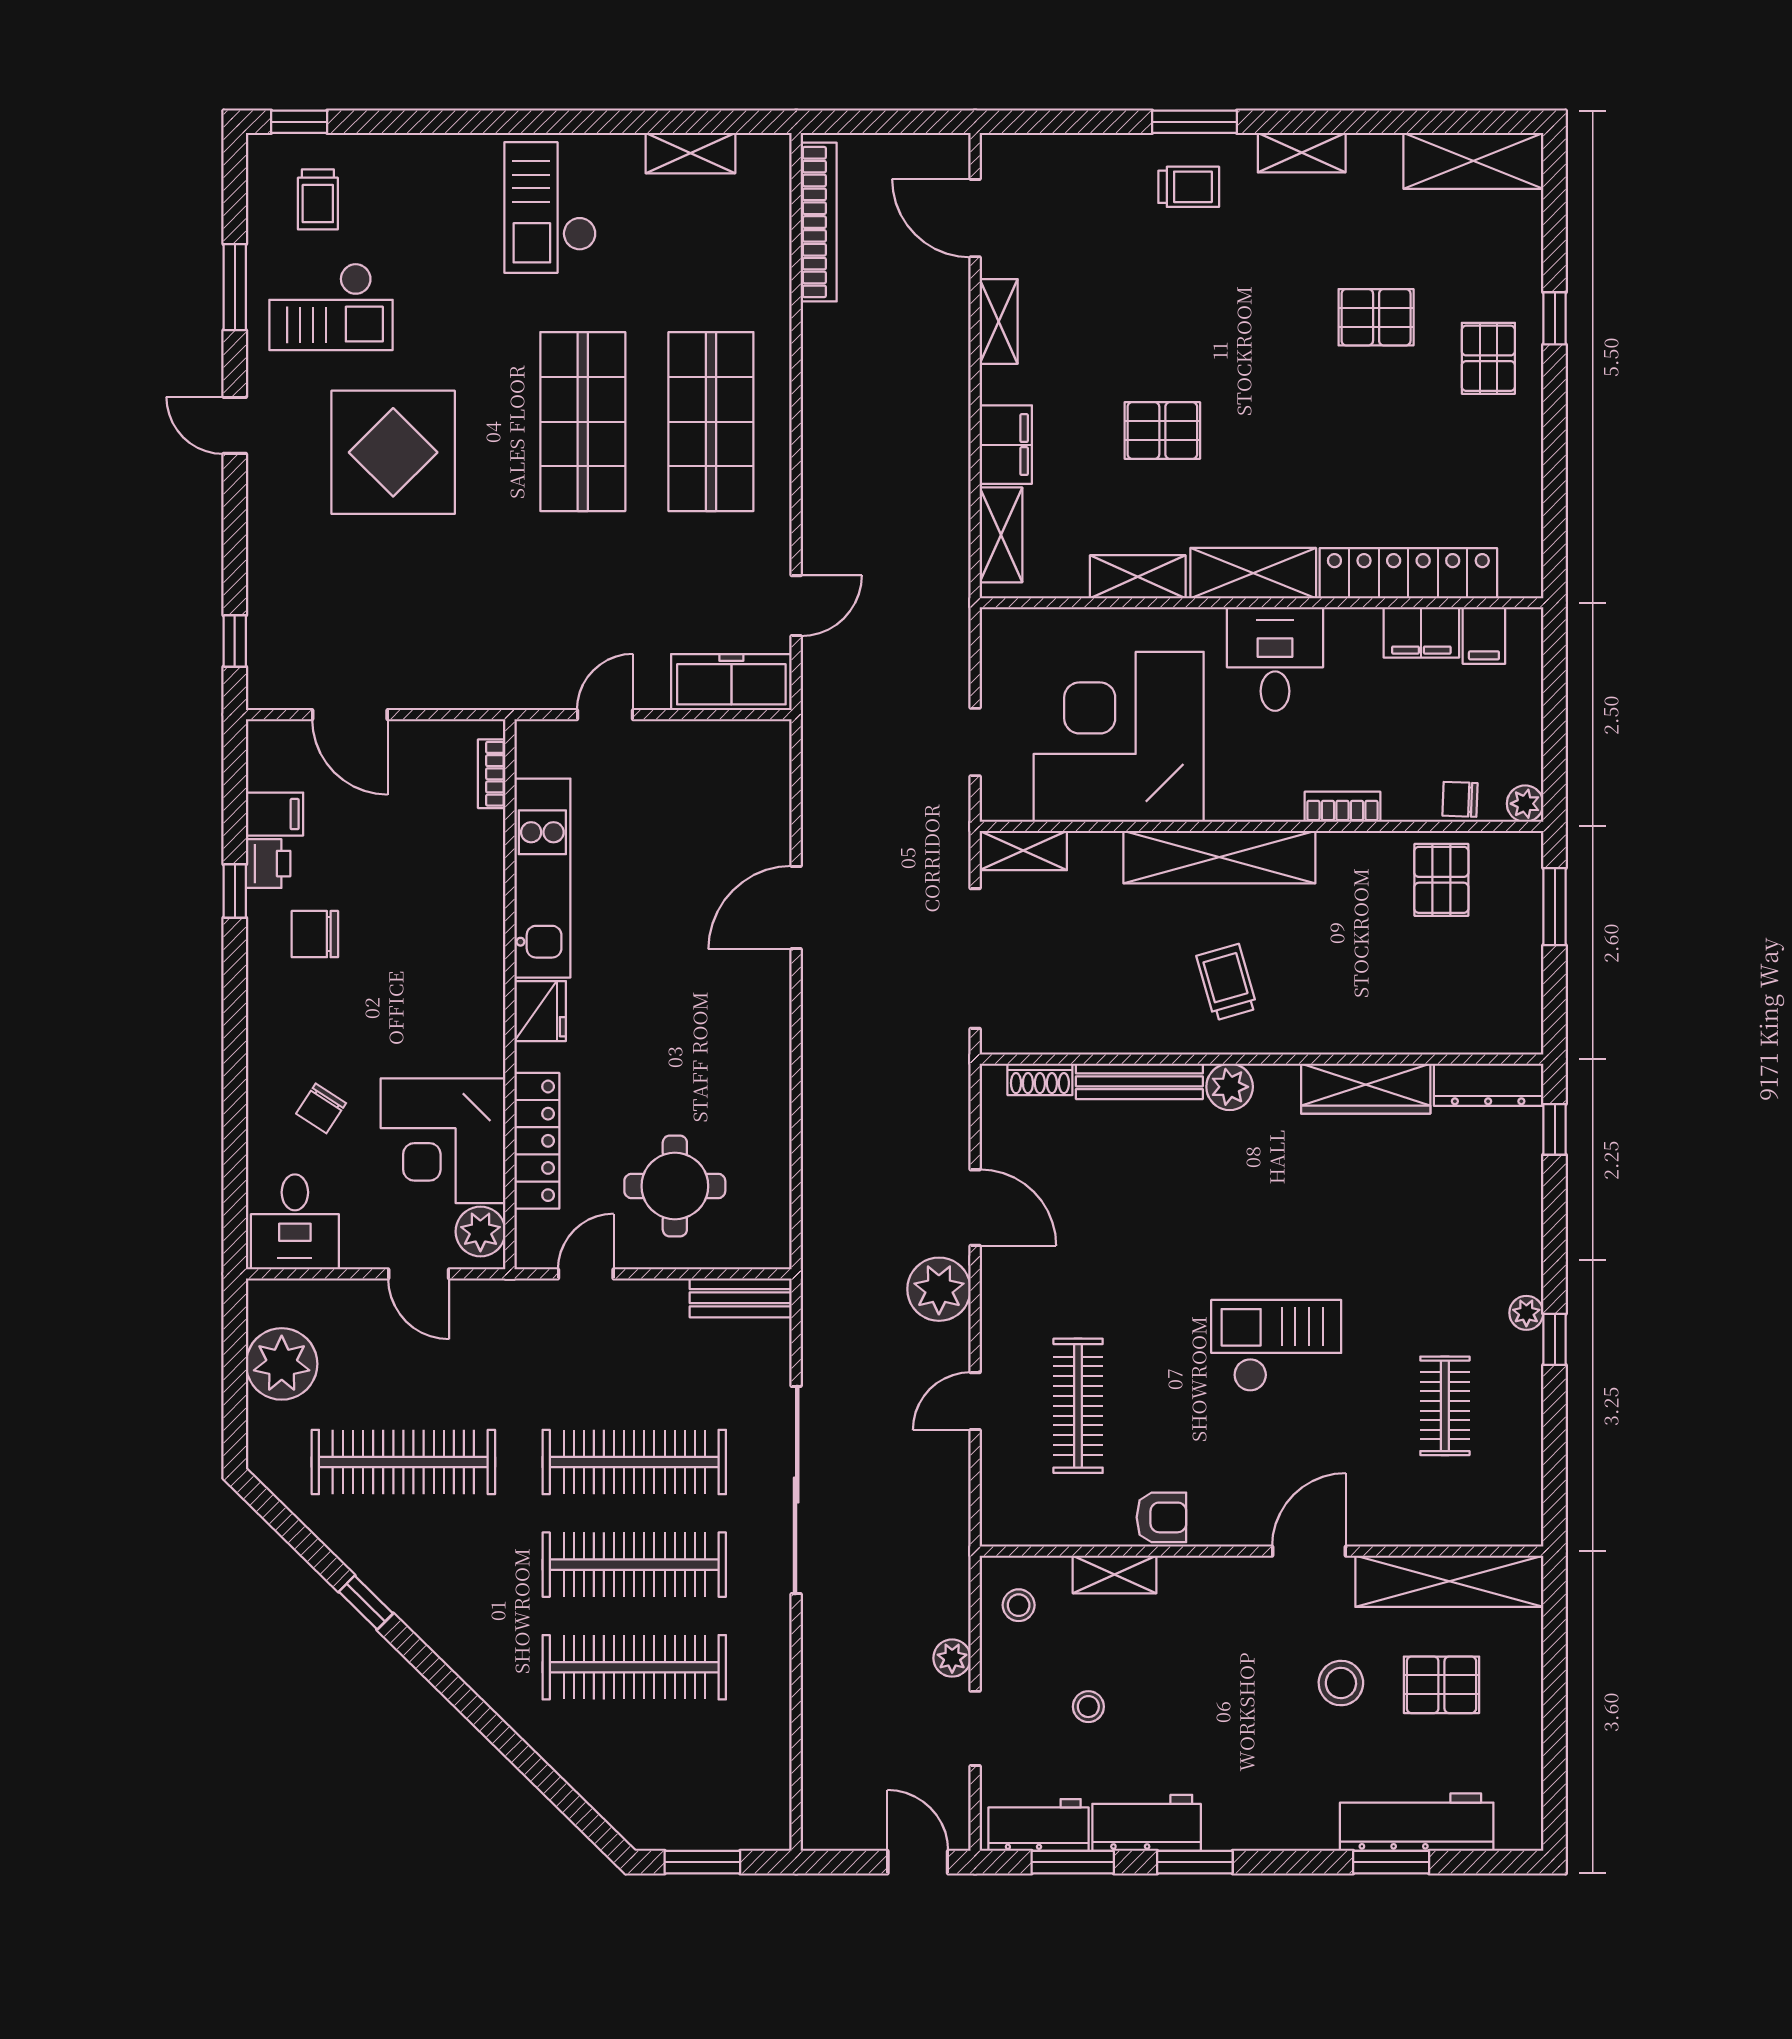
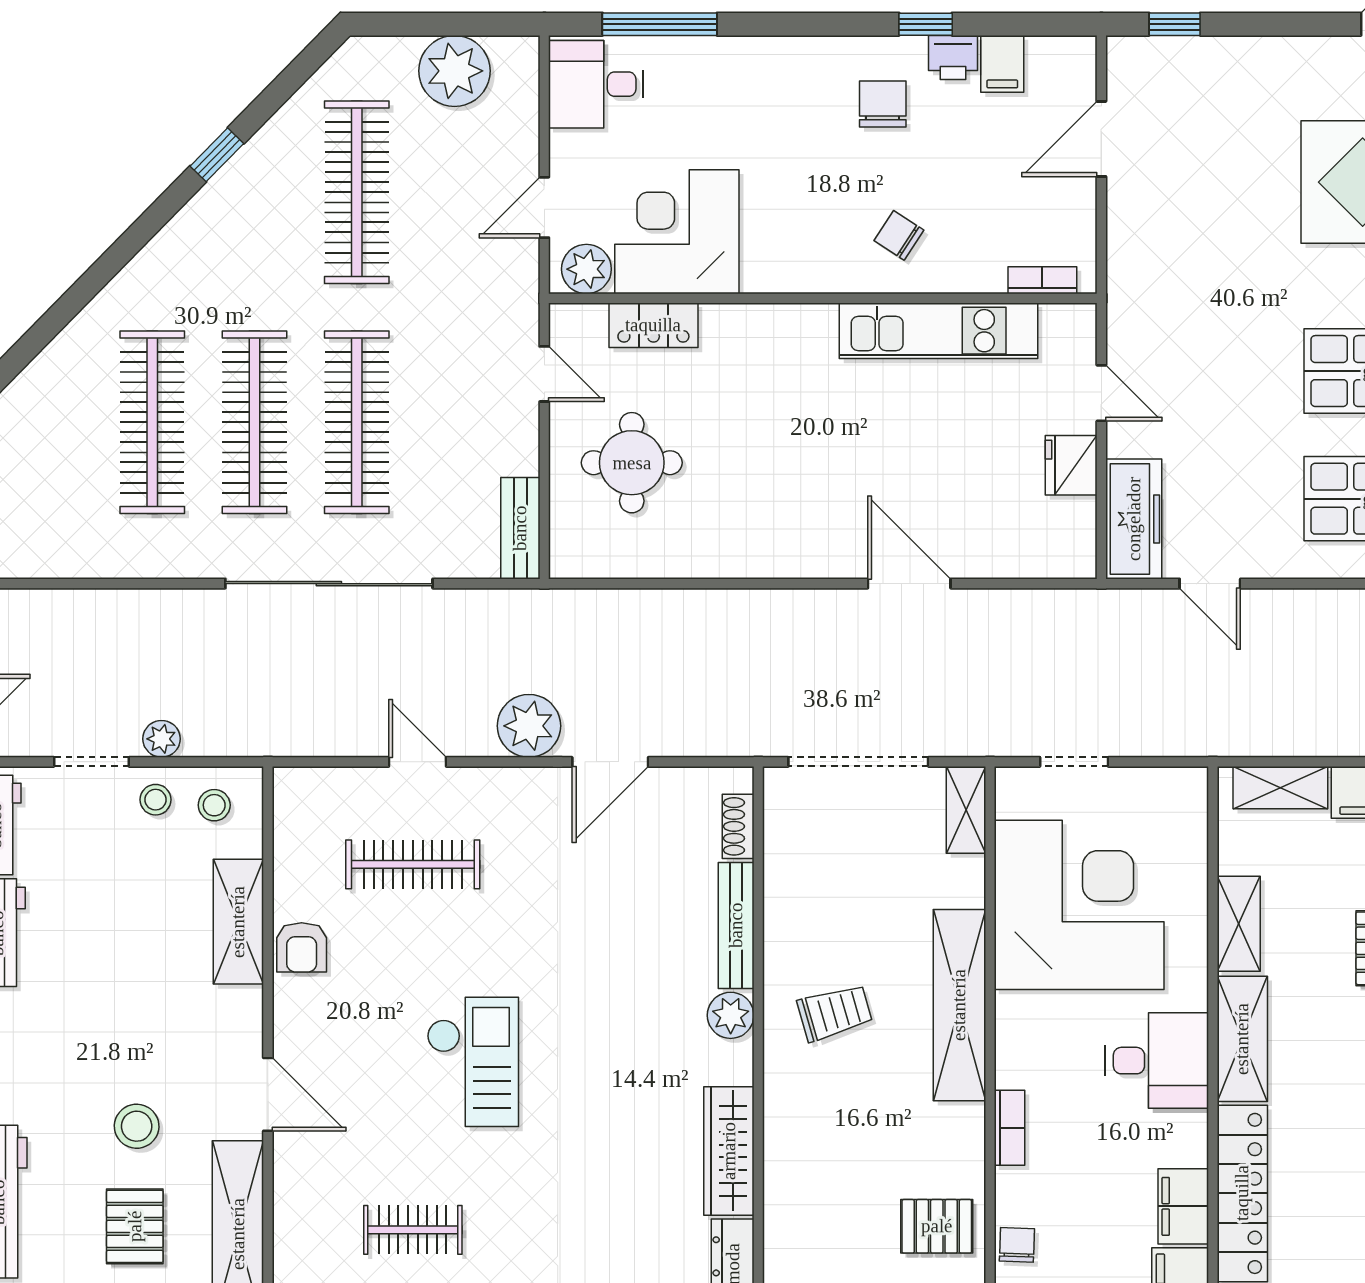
fridge: (540, 1011) -> (1071, 465), moved, turned 90
chair: (321, 1108) -> (899, 235), moved
locker: (537, 1141) -> (653, 325), width x0.66
window: (235, 1158) -> (660, 24), added
shelving: (1115, 1575) -> (238, 922), width x1.50, depth x1.33
stool: (1088, 1707) -> (156, 800), moved

